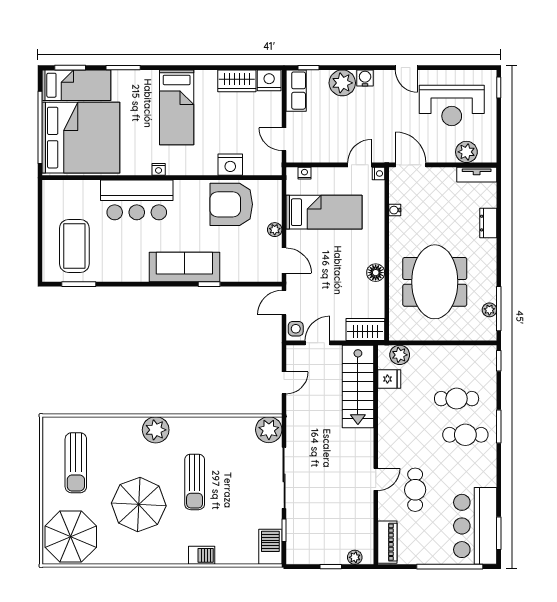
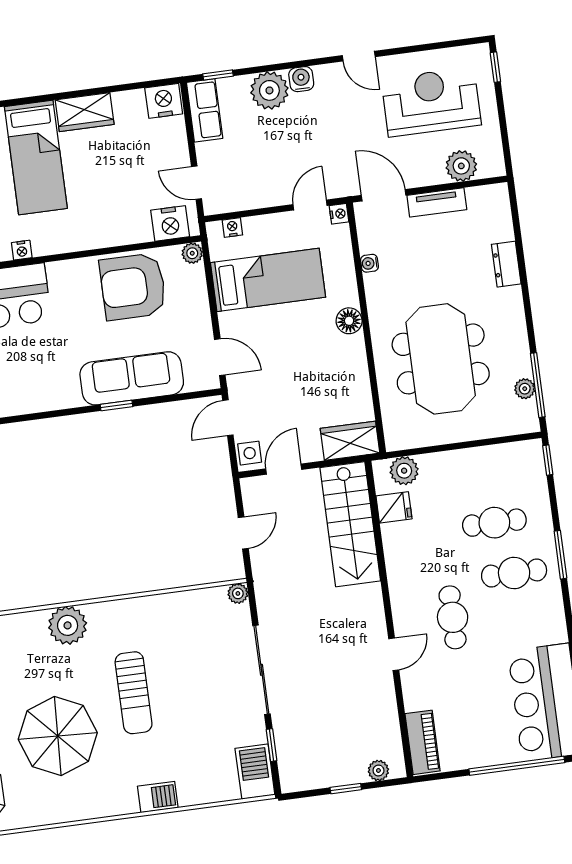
wardrobe: (237, 81) -> (85, 112), moved
reception desk: (452, 105) -> (431, 102), turned 180
nightstand: (230, 165) -> (170, 223), moved
tv unit: (477, 175) -> (437, 202), moved
plant: (275, 230) -> (192, 253), moved
sofa: (184, 267) -> (132, 378), moved
floor lamp: (376, 273) -> (349, 321), moved
plant: (269, 430) -> (238, 593), width x0.53, depth x0.53
cafe table: (415, 490) -> (453, 617), moved

